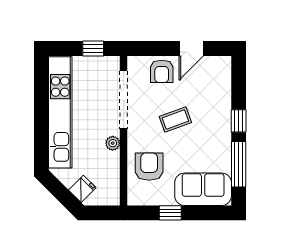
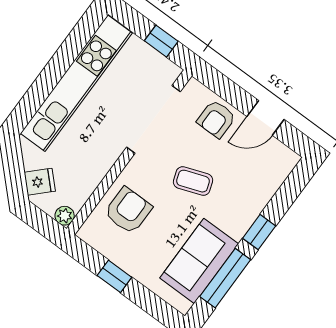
plant: (113, 143) -> (65, 216), moved
sofa: (203, 189) -> (199, 261), moved, turned -90

